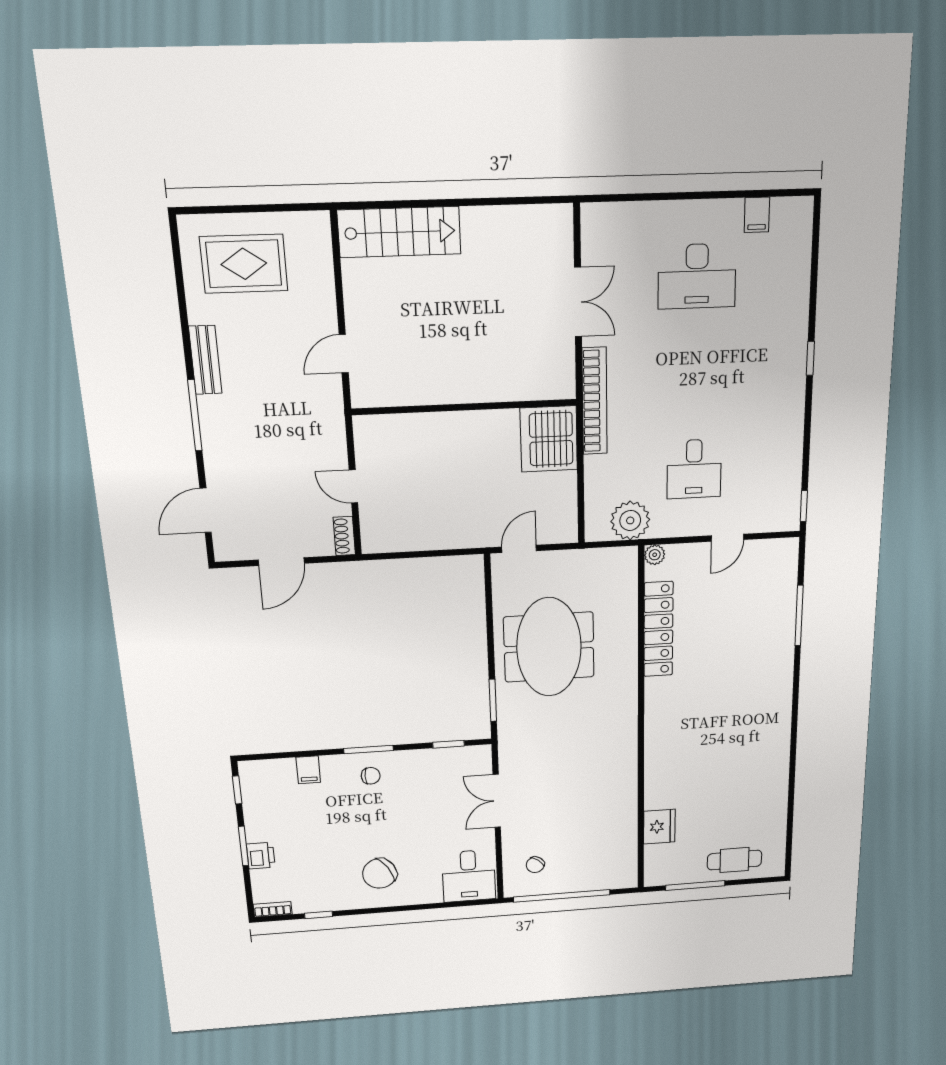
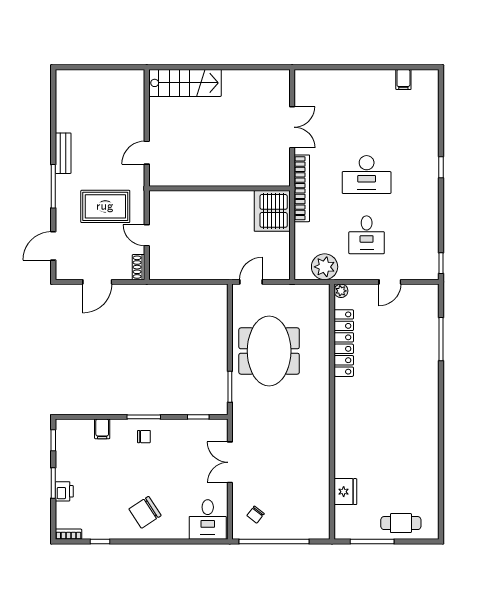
rug: (244, 264) -> (105, 206), moved
desk: (697, 276) -> (367, 175), moved

